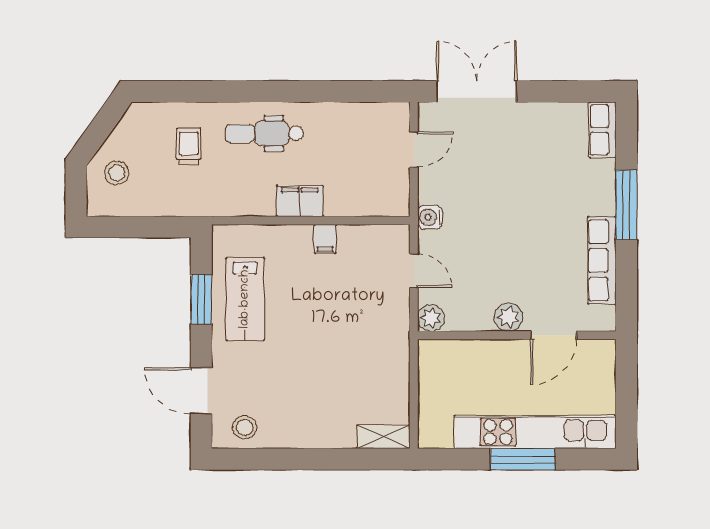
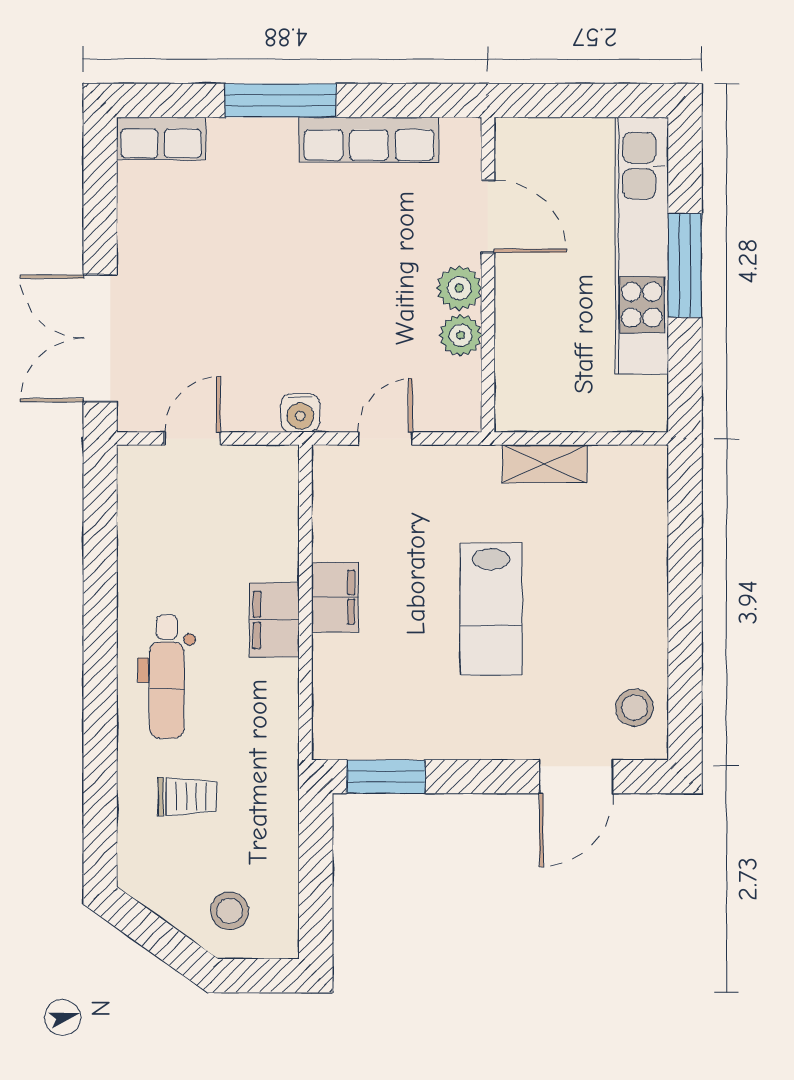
trolley: (189, 146) -> (187, 797), turned 180
door: (414, 149) -> (192, 439), hinge flipped
filing cabinet: (325, 239) -> (335, 597), width x2.00
window: (201, 299) -> (386, 777), moved
lab bench: (245, 299) -> (491, 609), moved, turned 90
plant: (431, 318) -> (461, 335), moved
shelving: (383, 437) -> (545, 464), moved, turned 90

